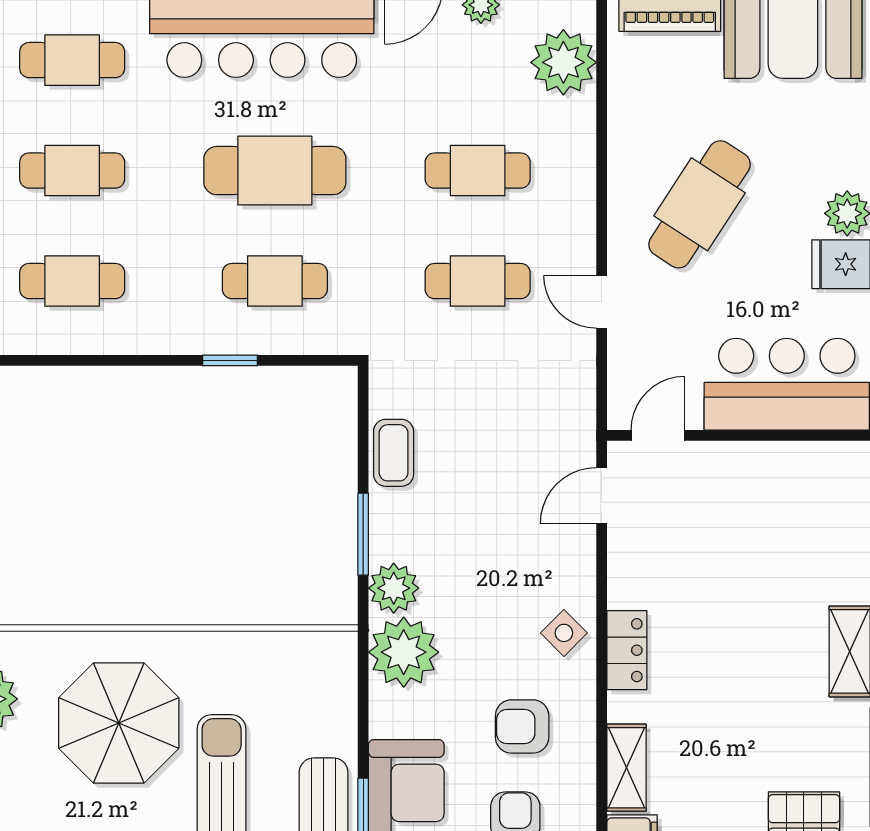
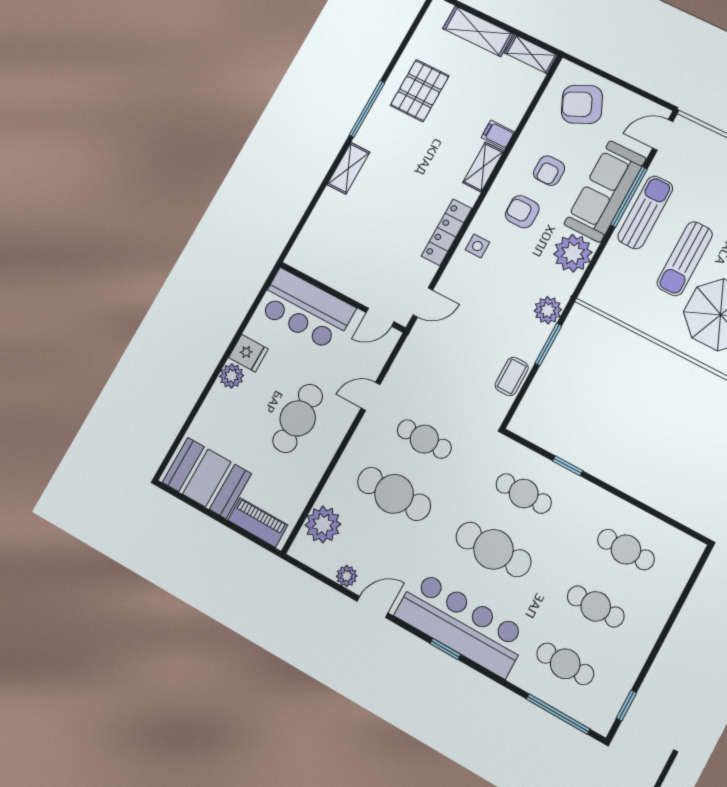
cafe table: (478, 171) -> (394, 494), width x1.37, depth x1.35
cafe table: (700, 204) -> (298, 418), turned -33
door: (602, 302) -> (371, 396), swing flipped
side table: (564, 633) -> (477, 246), turned 45
locker: (627, 650) -> (447, 232), width x1.53
plant: (404, 652) -> (573, 253), moved
armchair: (522, 726) -> (522, 212), turned 180

